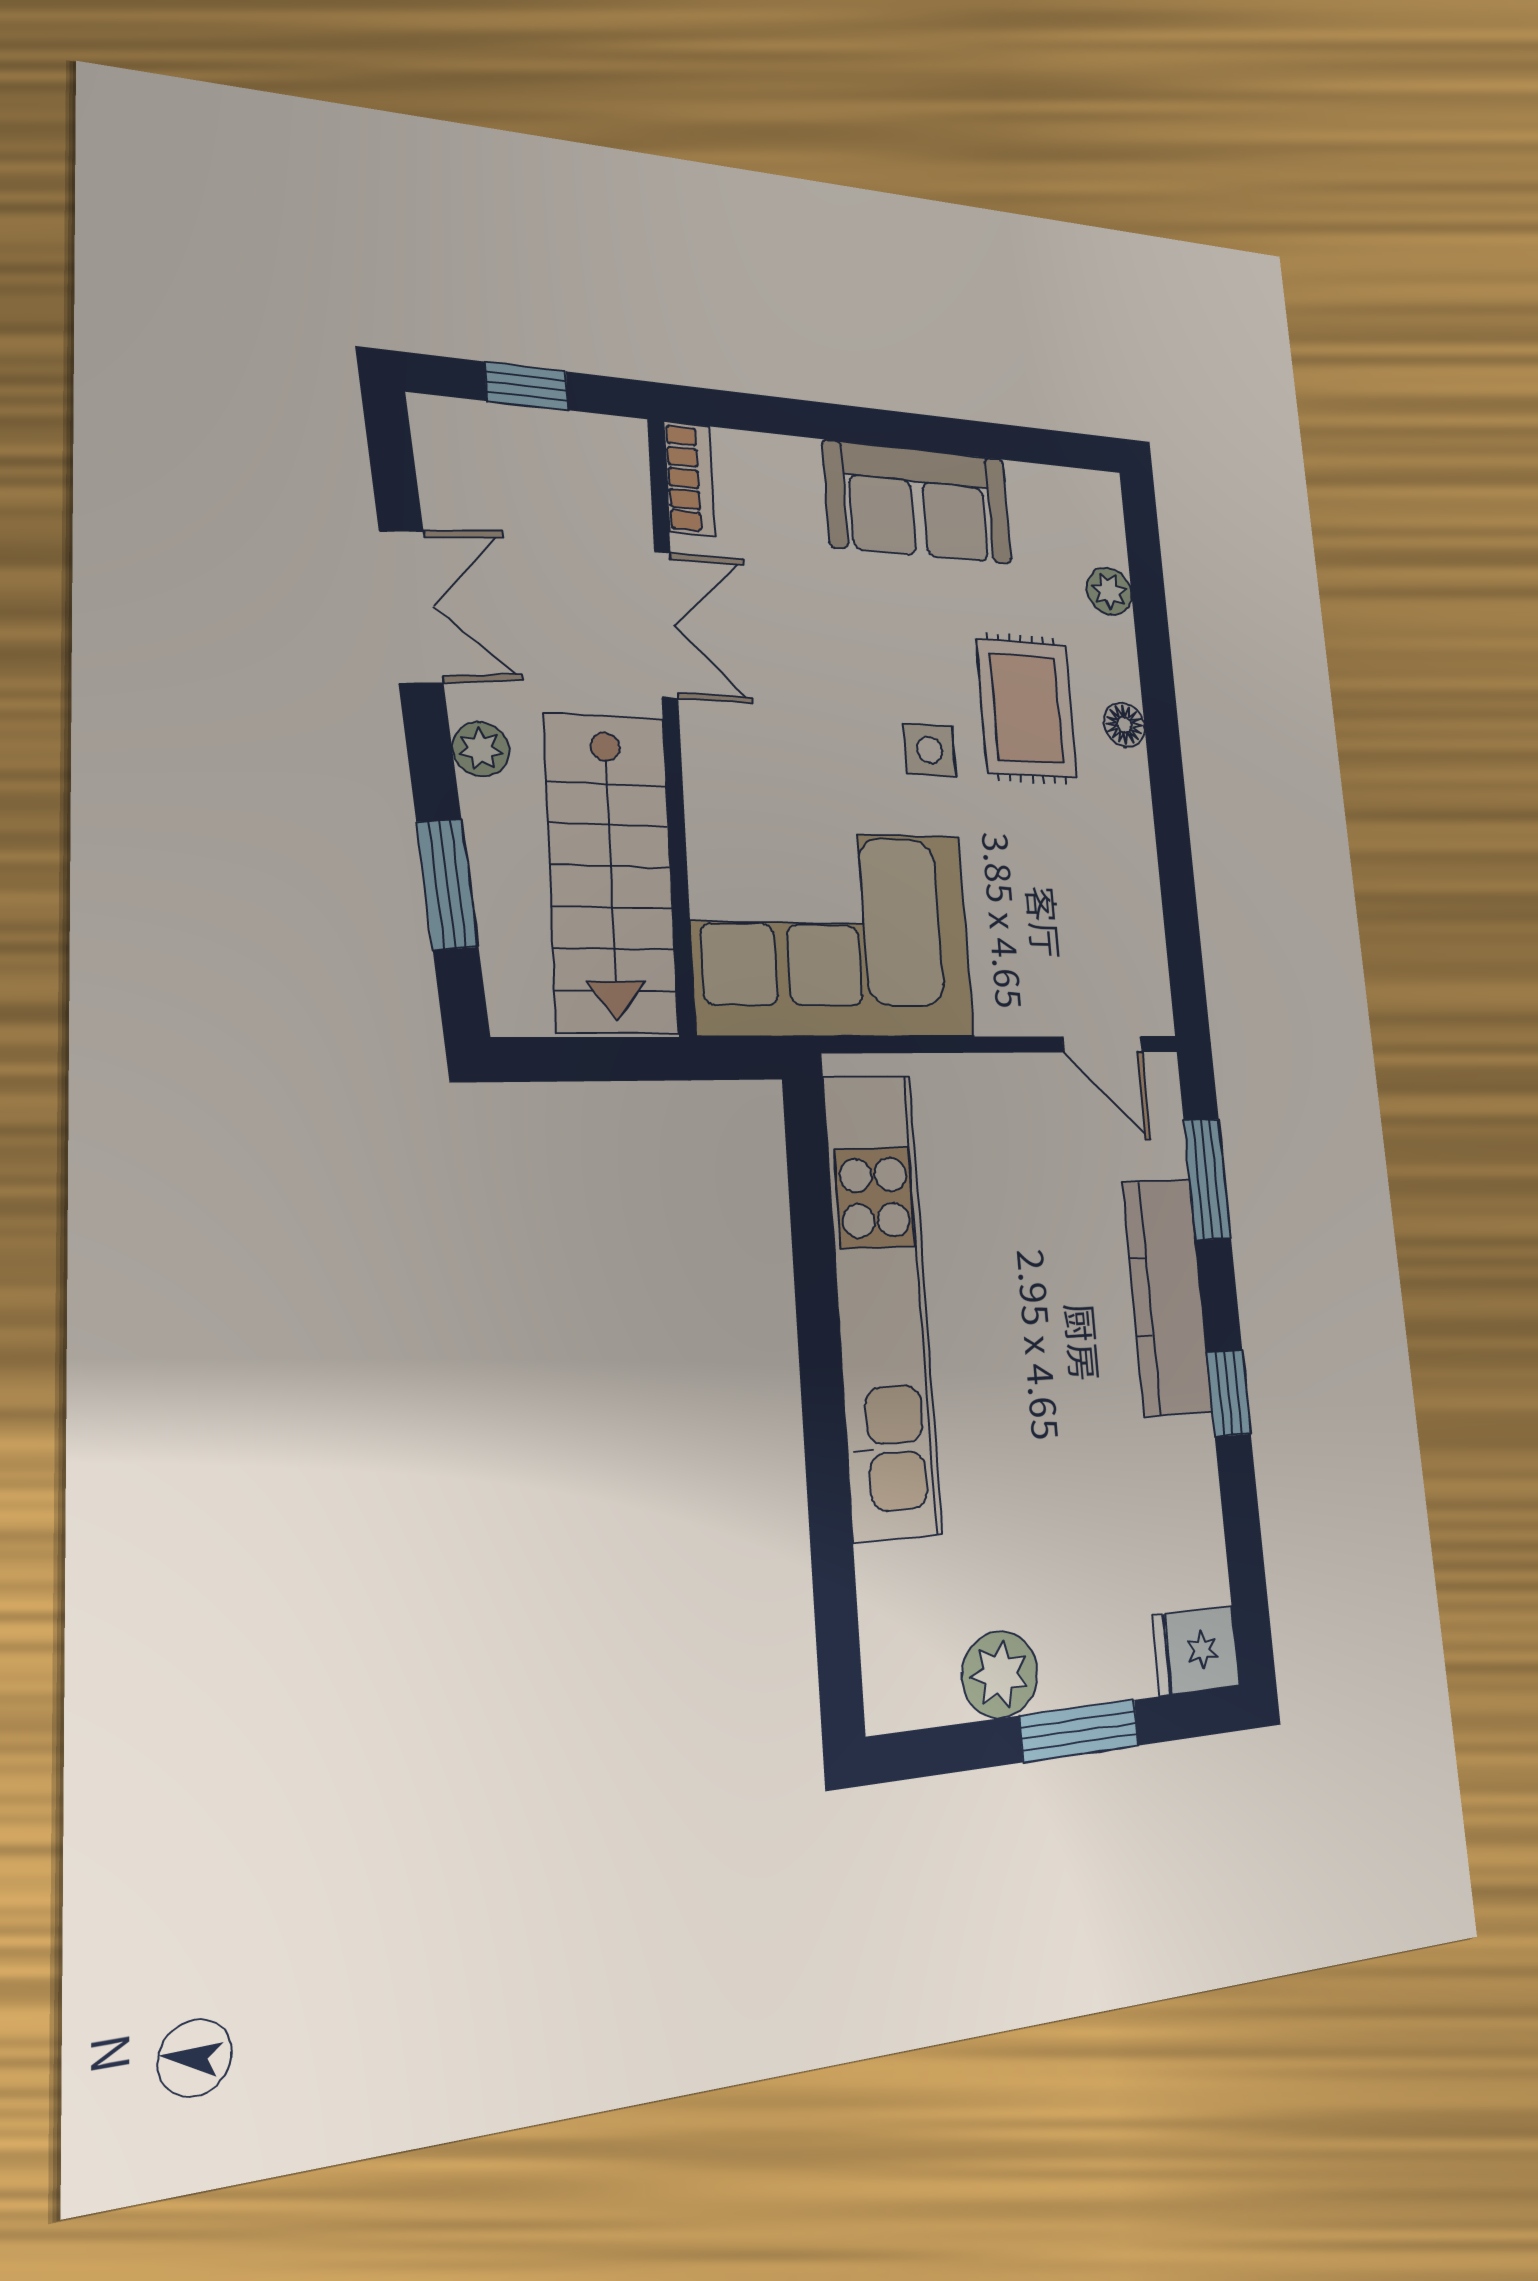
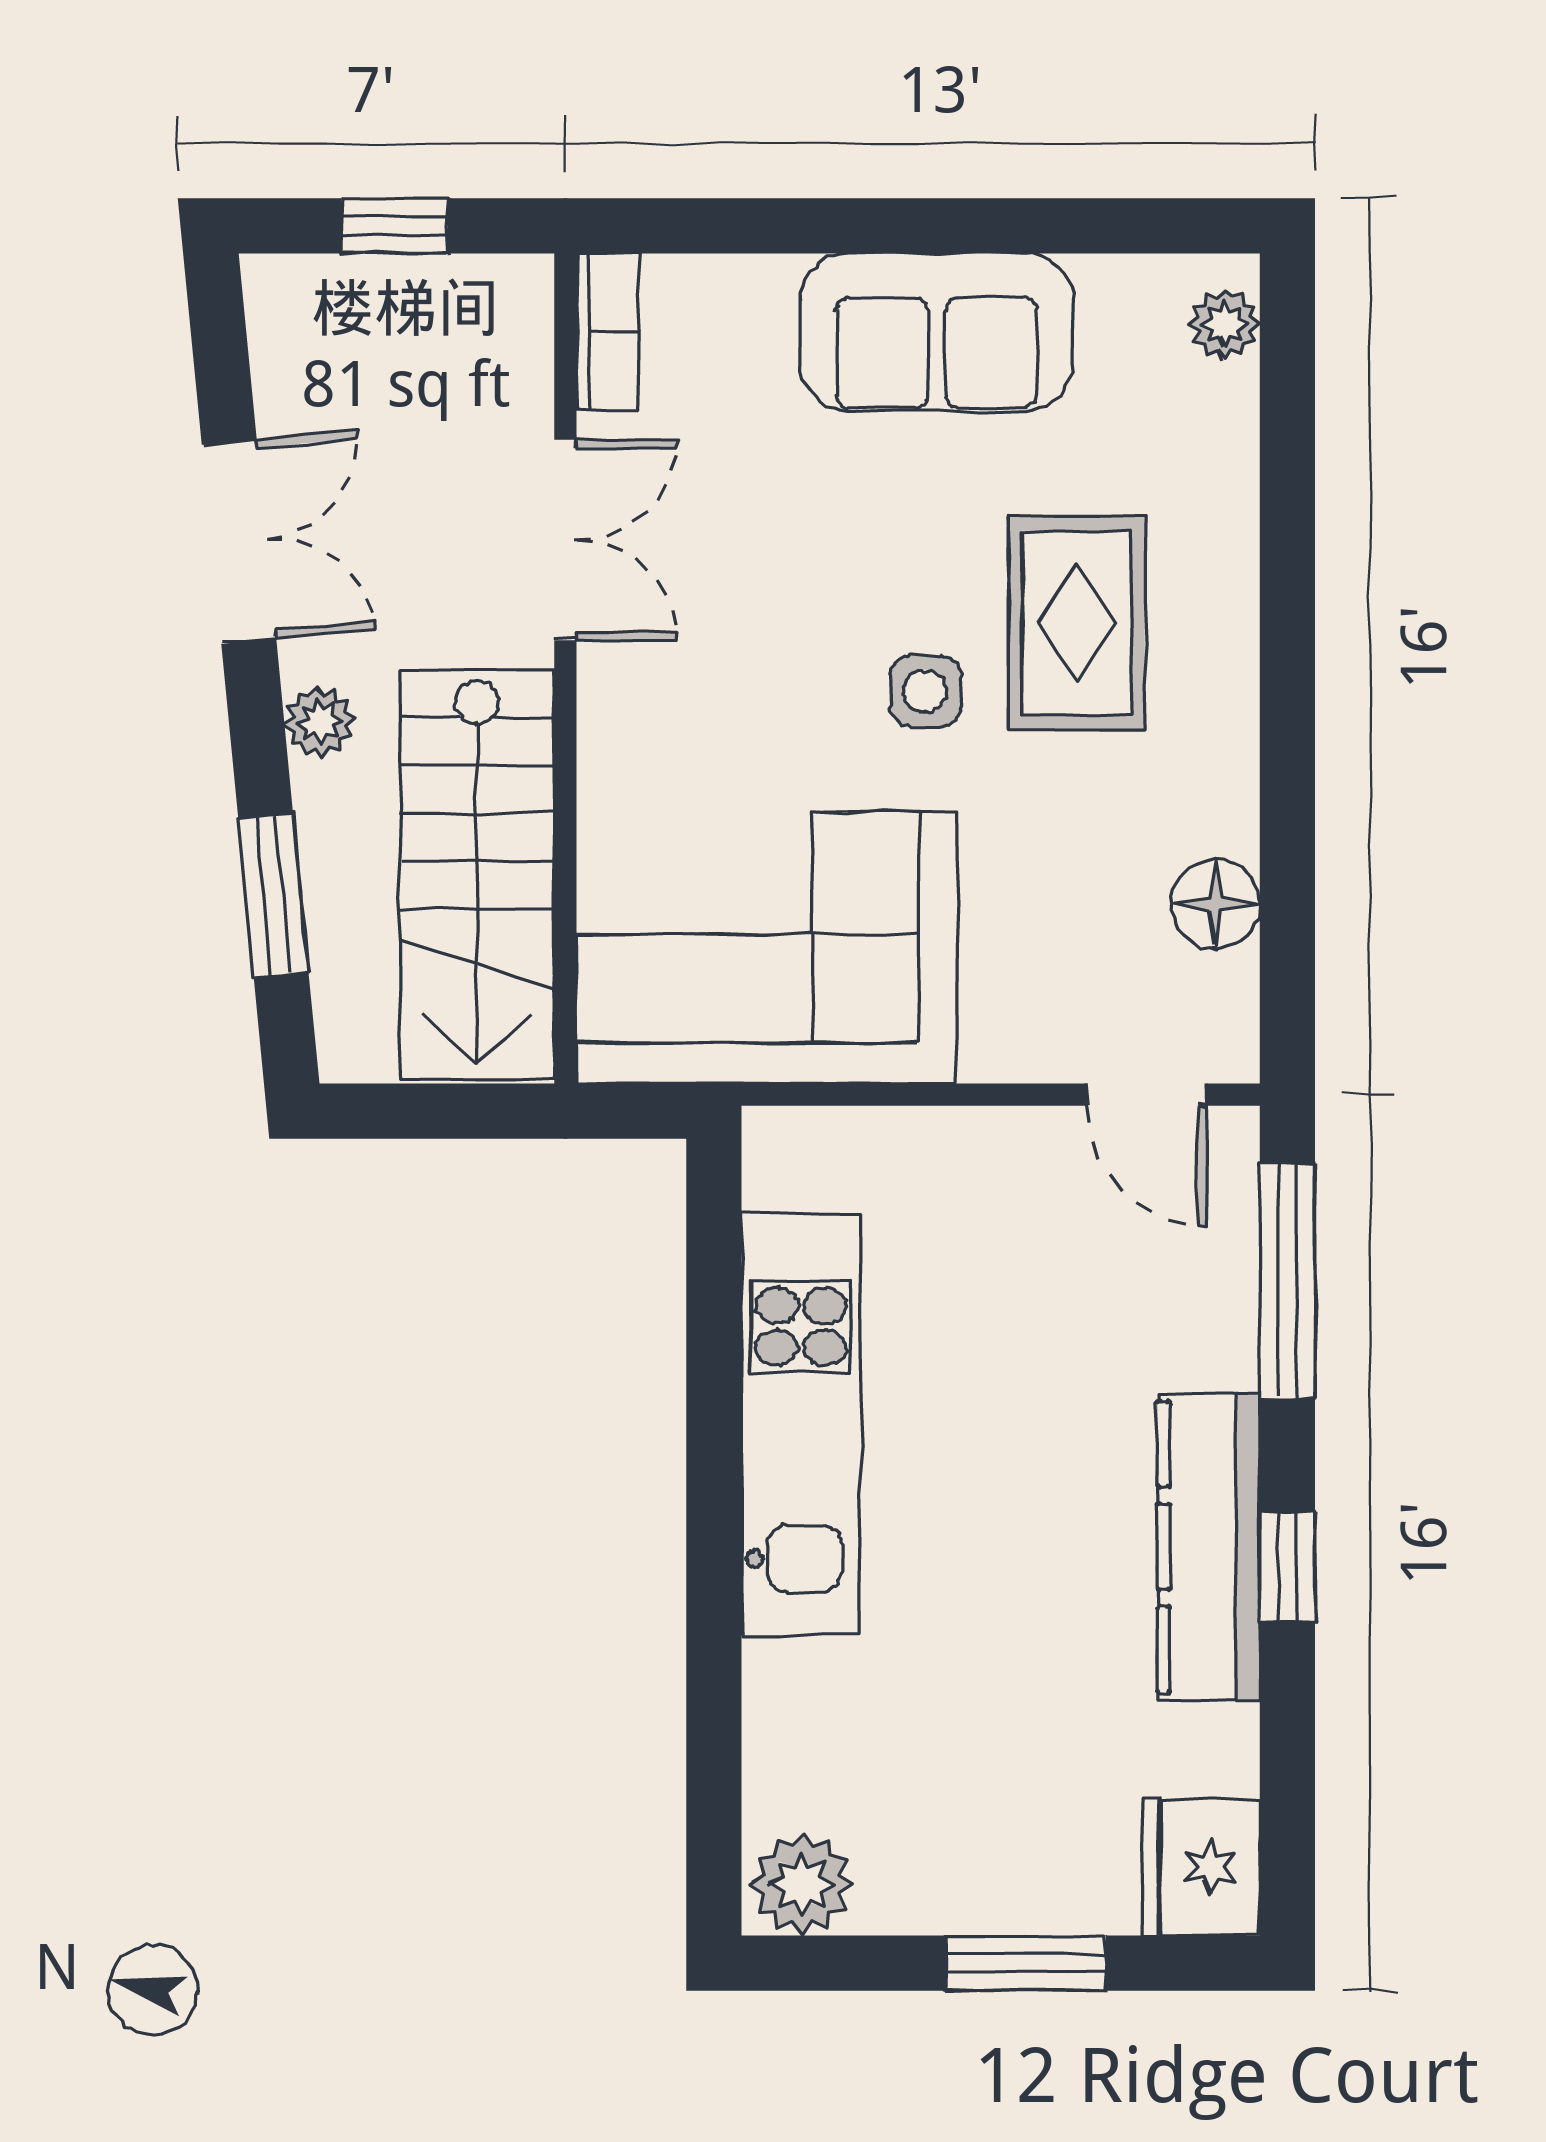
plant: (1109, 591) -> (1224, 324), moved
floor lamp: (1124, 725) -> (1215, 904), moved, width x1.37, depth x1.37
window: (1207, 1179) -> (1287, 1281), width x1.44
kitchen counter: (1167, 1296) -> (1209, 1547), moved
kitchen unit: (882, 1303) -> (801, 1424), width x0.73
fridge: (1196, 1651) -> (1201, 1867), width x1.38
plant: (1000, 1674) -> (802, 1885), moved

